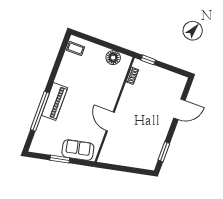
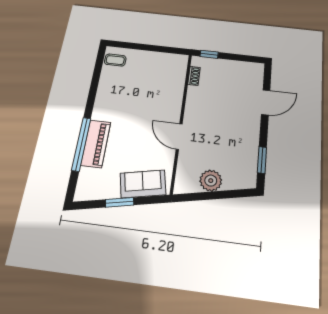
floor lamp: (113, 58) -> (165, 61), removed
piano: (54, 102) -> (96, 144), moved
plant: (125, 158) -> (211, 181), added

